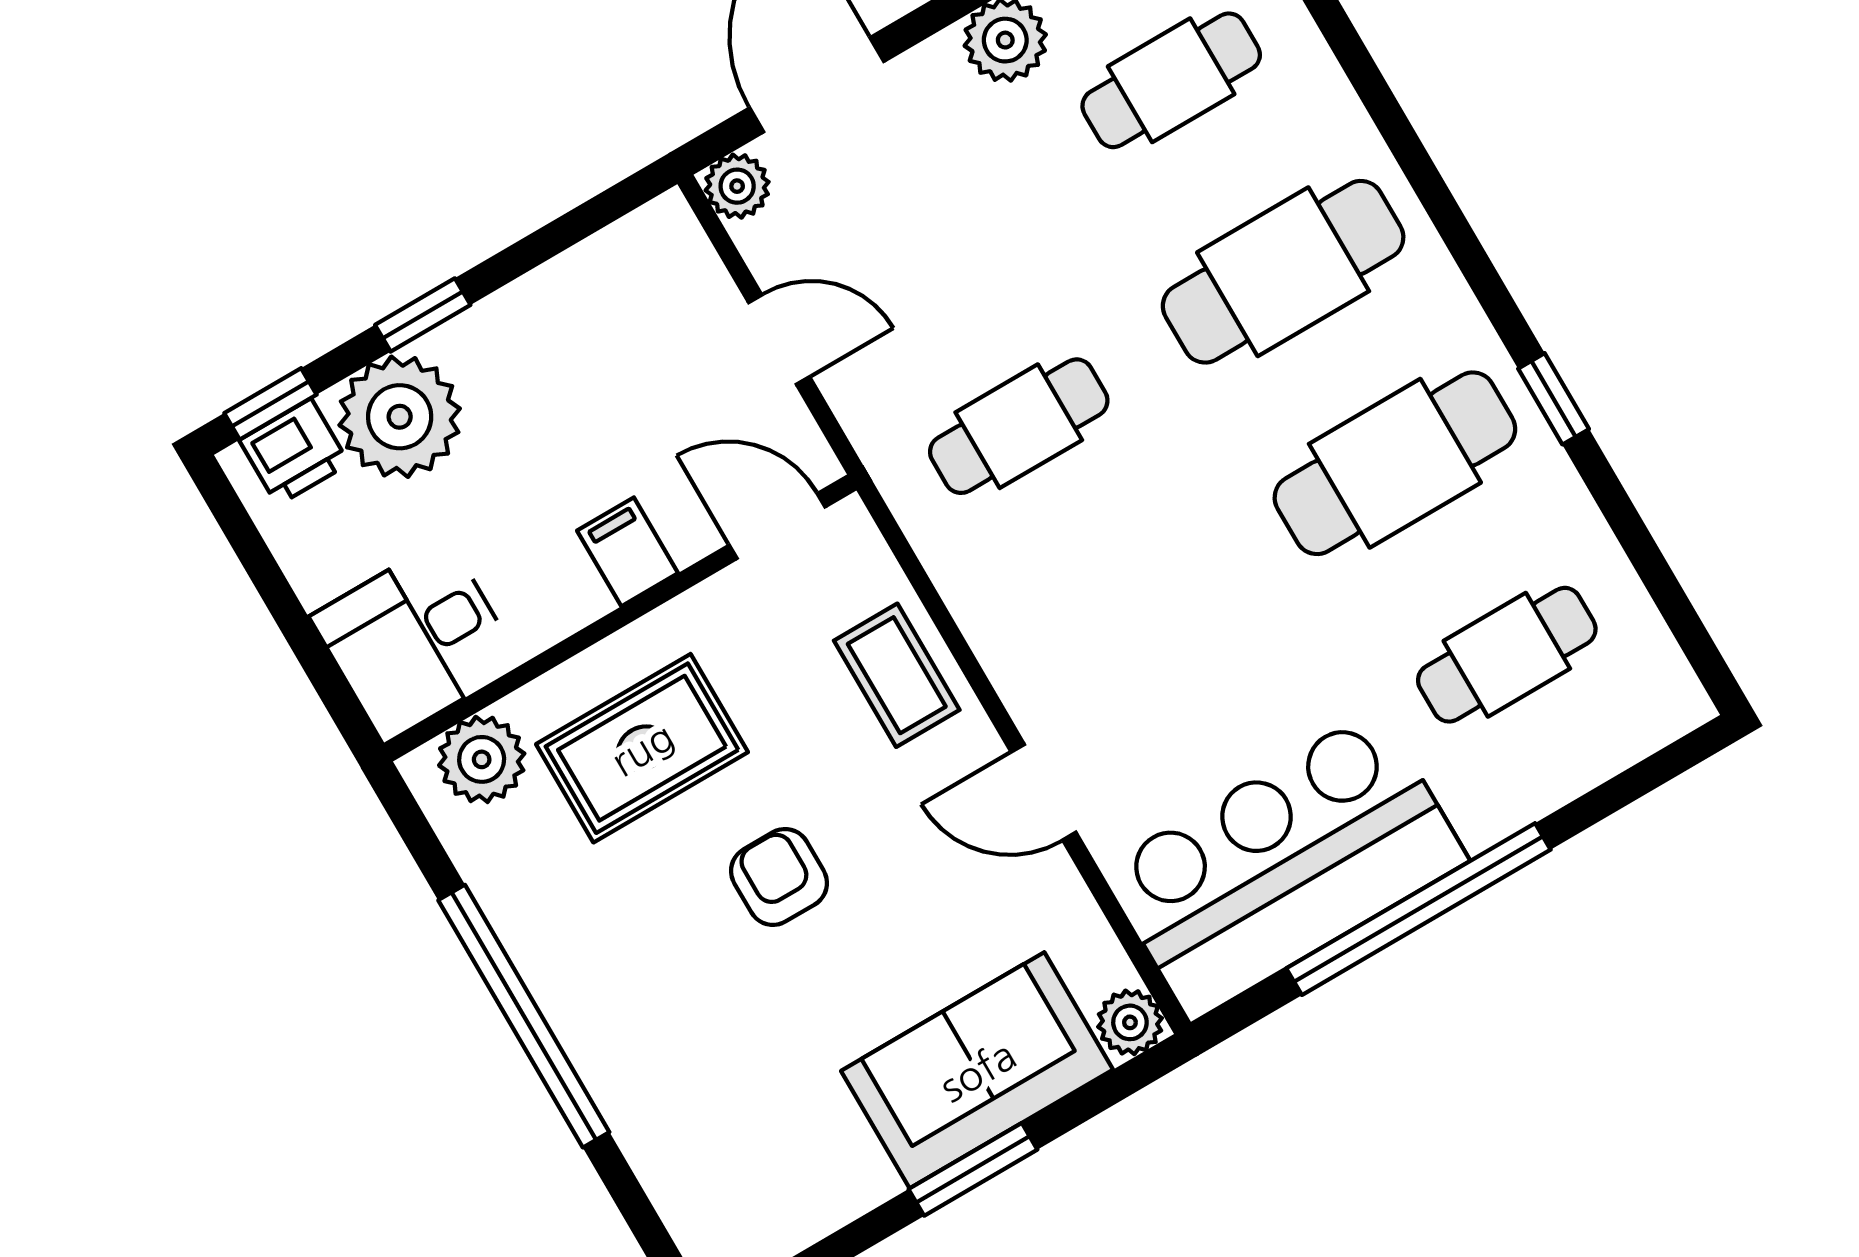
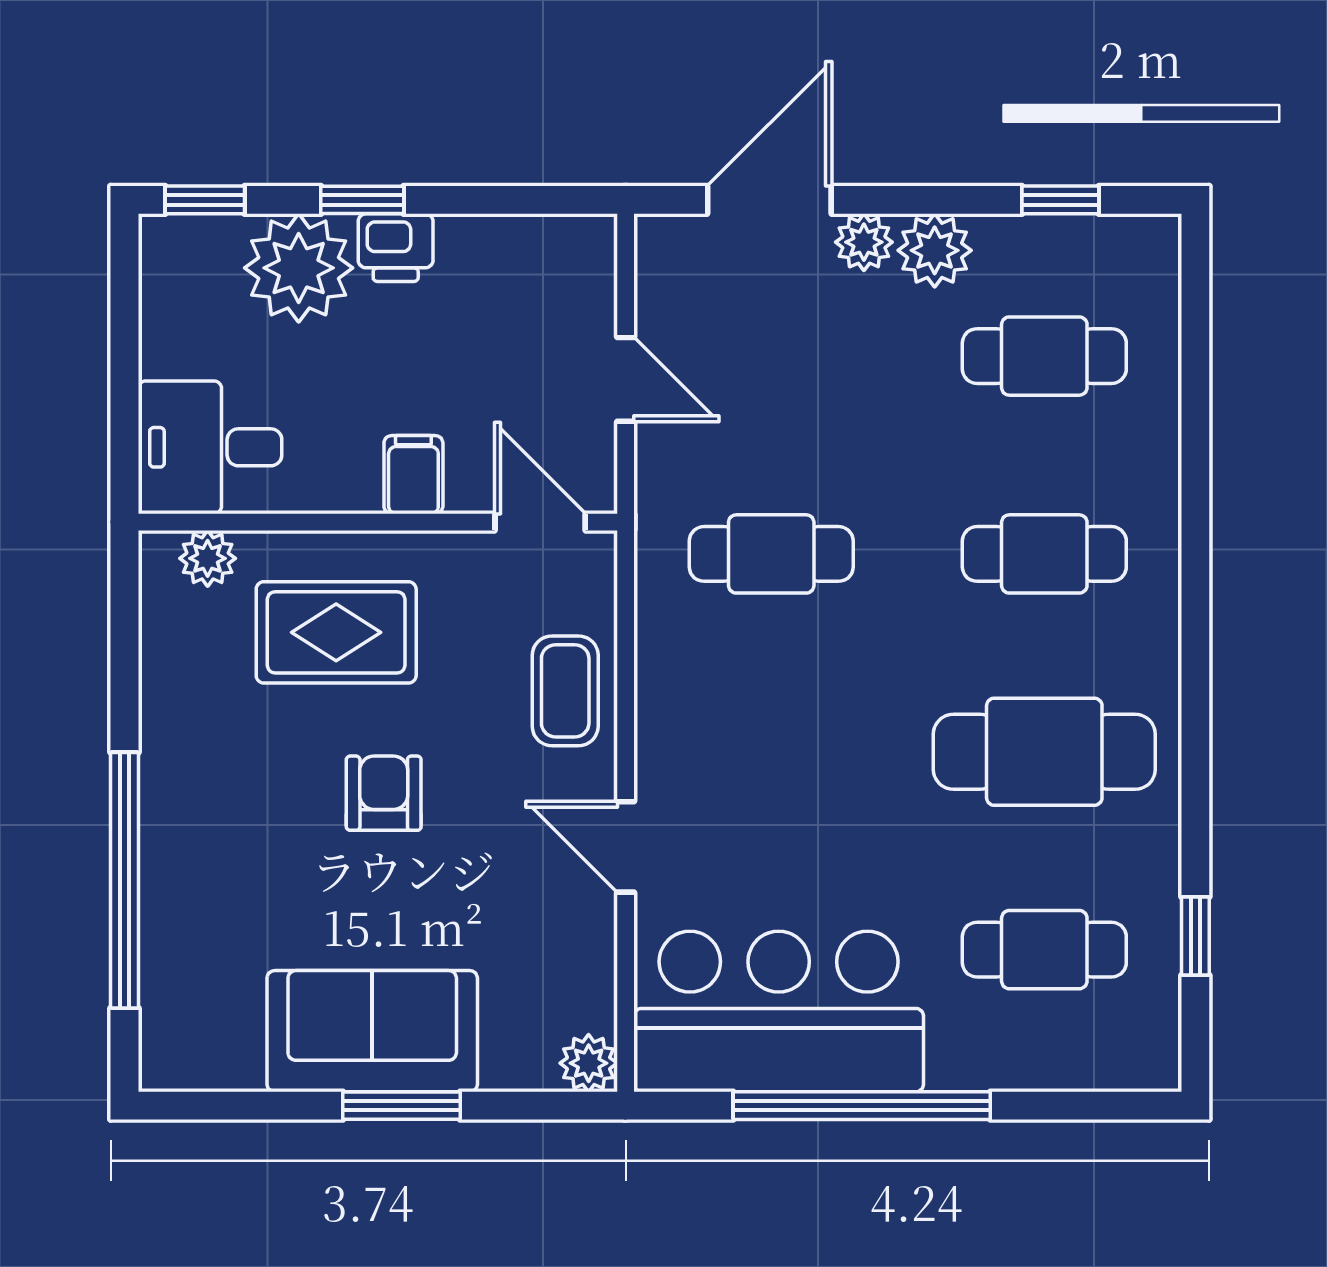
plant: (737, 186) -> (864, 242), moved
cafe table: (1283, 272) -> (1044, 554), width x0.73, depth x0.74
window: (1554, 399) -> (1195, 936), moved
printer: (294, 452) -> (396, 248), moved
plant: (482, 759) -> (208, 558), width x0.73, depth x0.73
window: (524, 1016) -> (125, 880), moved
sofa: (977, 1070) -> (372, 1031), moved

